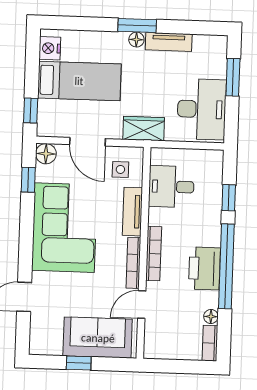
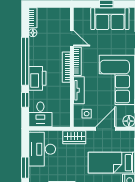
door: (87, 142) -> (106, 129), hinge flipped
desk: (171, 187) -> (40, 114), moved, turned 90
printer: (204, 268) -> (37, 78), moved
door: (142, 305) -> (72, 38), hinge flipped
sofa: (98, 338) -> (110, 19), moved

